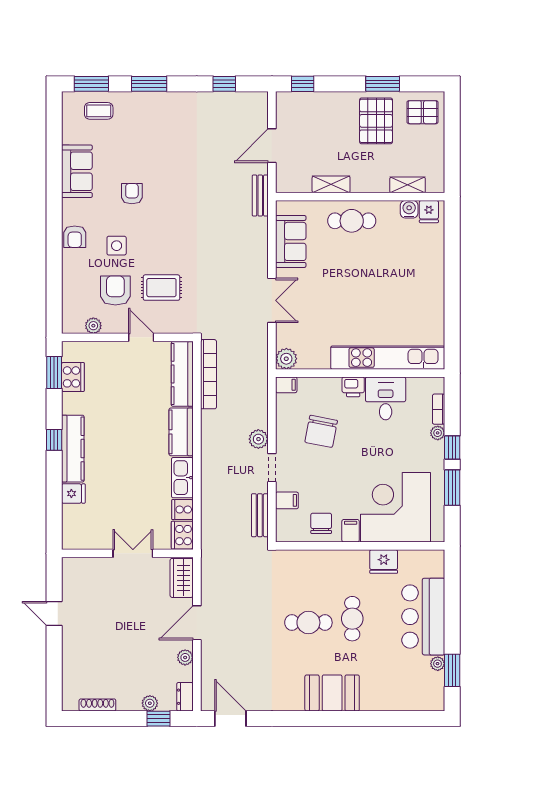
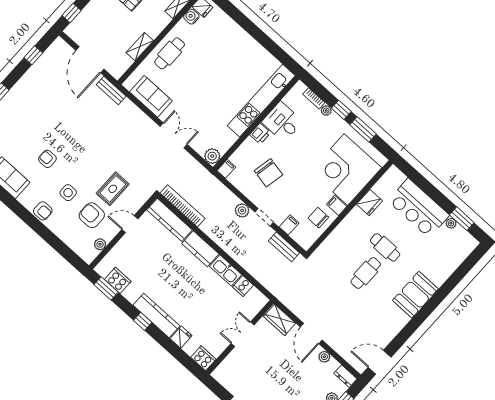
door: (272, 146) -> (90, 60), width x1.36
cooker: (182, 535) -> (203, 358), moved, turned 180

